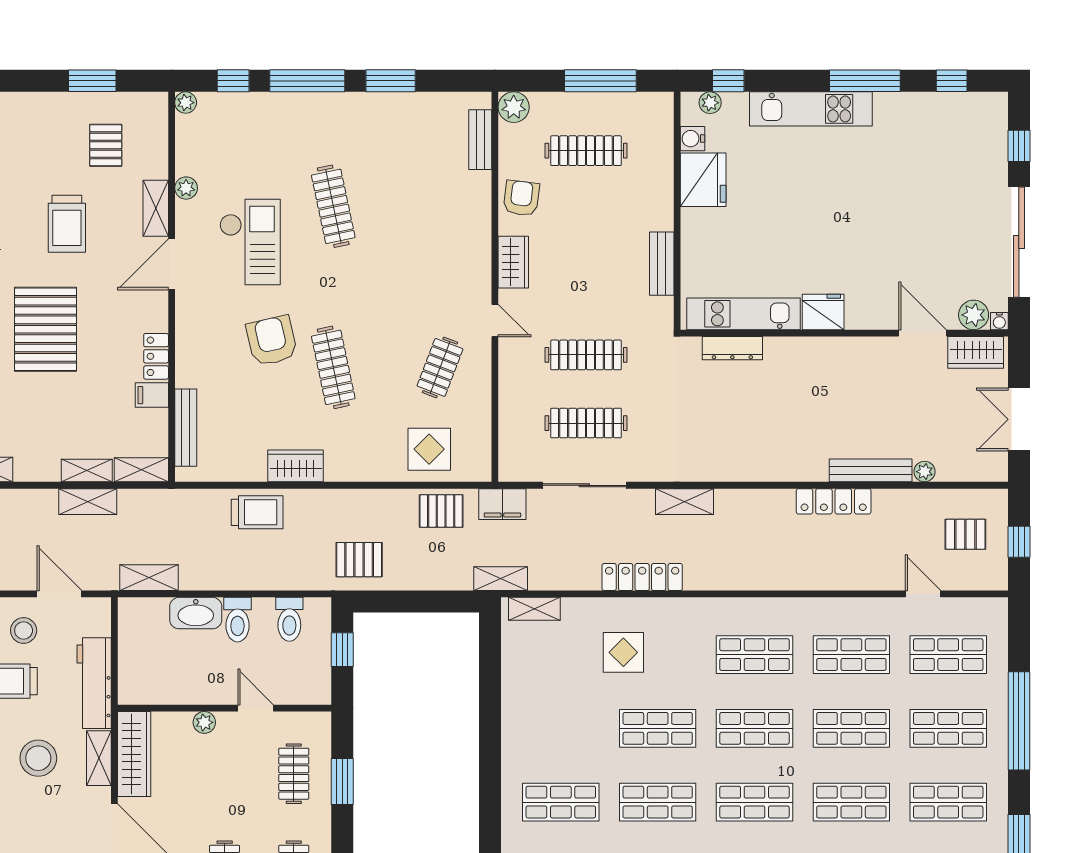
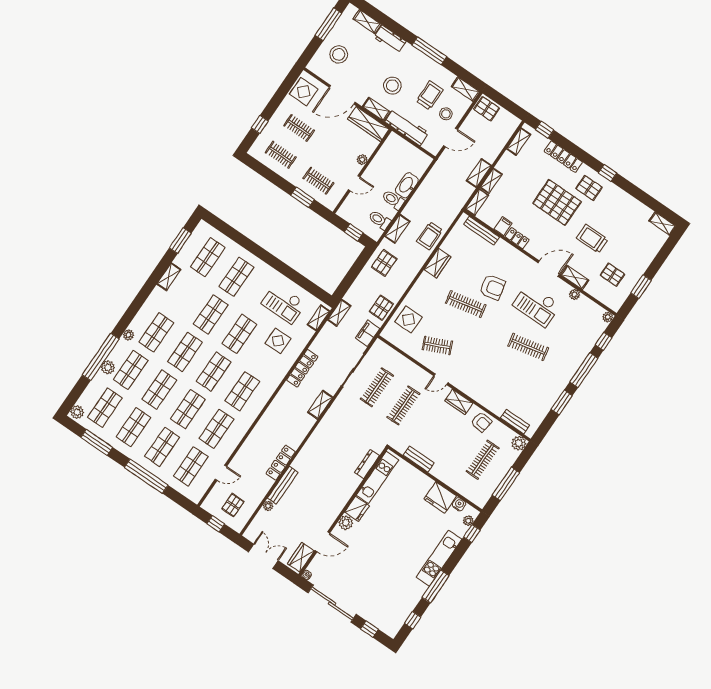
door: (172, 264) -> (549, 269), hinge flipped
plant: (974, 315) -> (346, 523), moved
clothes rail: (440, 367) -> (437, 345), turned -45
shelving: (149, 578) -> (397, 229), moved
checkout: (551, 688) -> (284, 303), added

